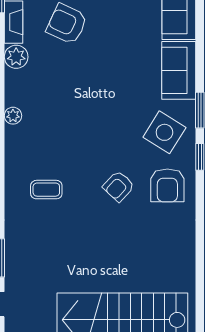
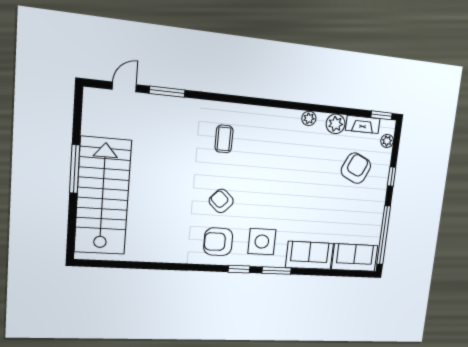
plant: (13, 116) -> (309, 118), moved
side table: (164, 132) -> (262, 242), turned -32

